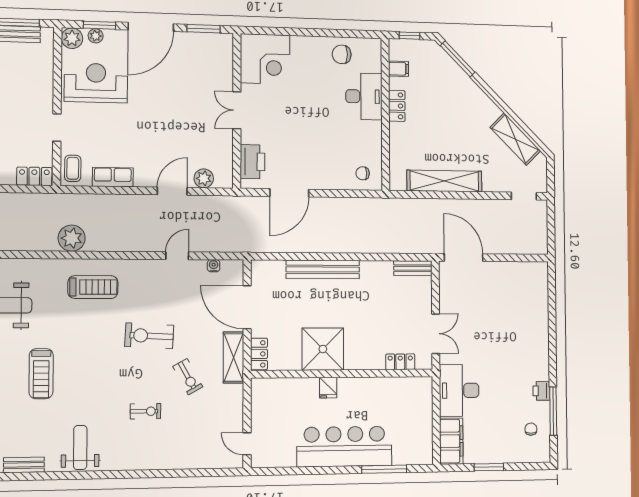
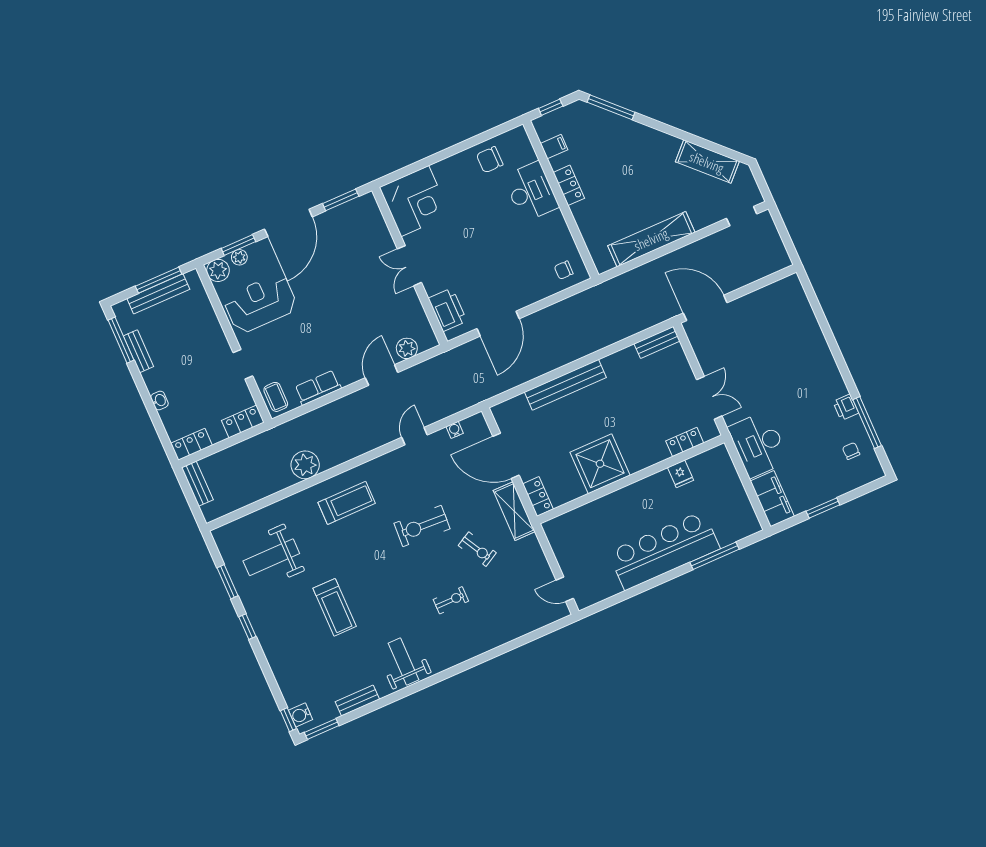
fridge: (328, 388) -> (681, 474), moved

